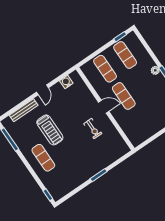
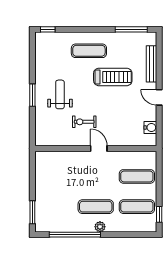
exercise mat: (124, 96) -> (96, 207), moved
door: (104, 107) -> (99, 148), swing flipped
treadmill: (50, 130) -> (113, 77), turned 180
weight bench: (86, 157) -> (60, 94), added

